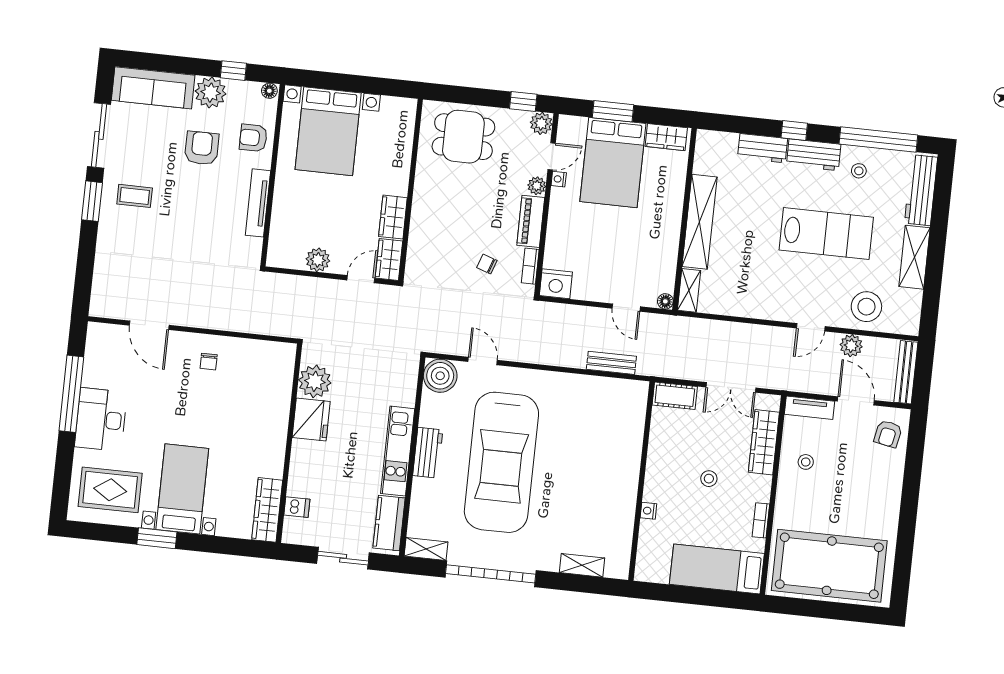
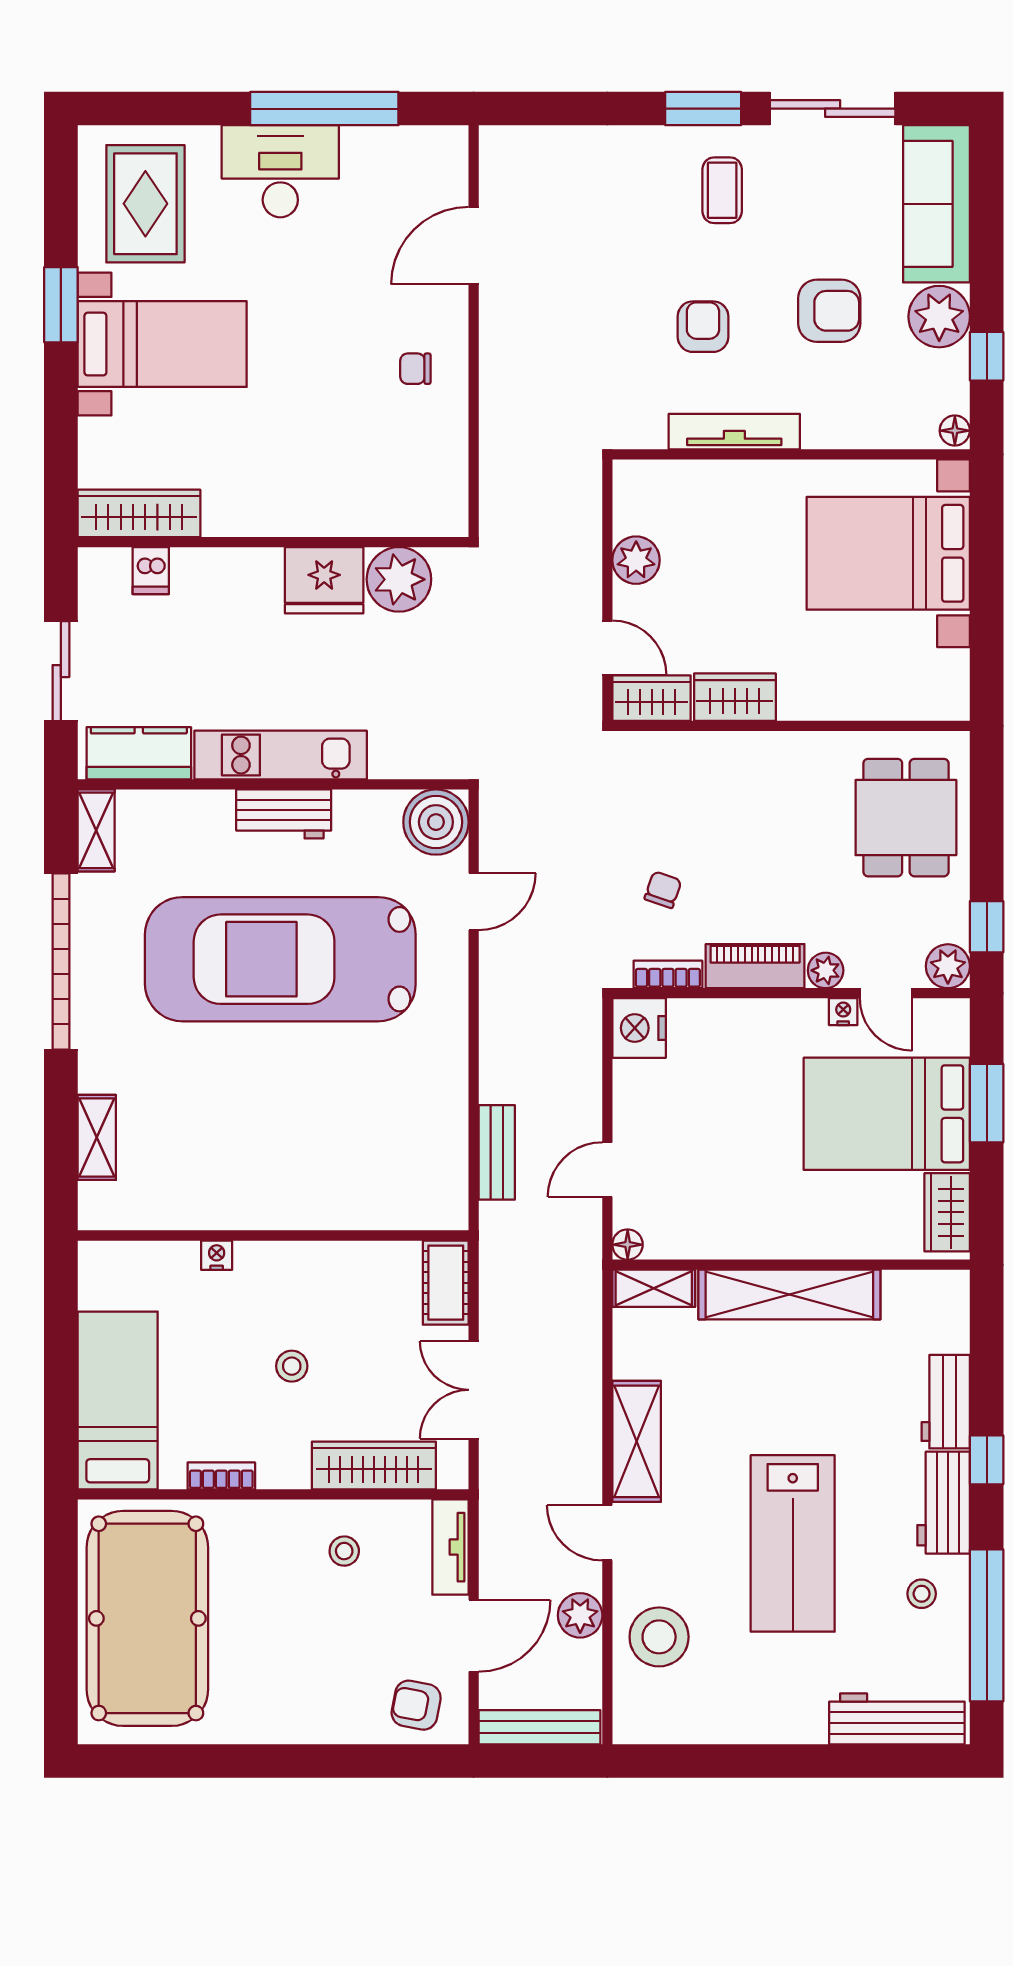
armchair: (253, 138) -> (703, 327), moved
shelving: (914, 257) -> (637, 1441), moved, turned 90

